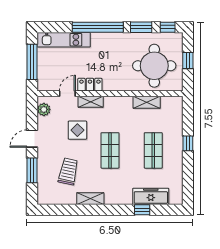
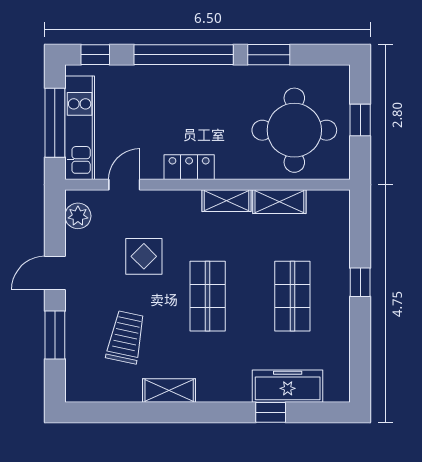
window: (168, 27) -> (95, 55), moved
kitchen unit: (64, 40) -> (80, 128), moved, turned -90
locker: (90, 85) -> (189, 167), moved
shelving: (91, 102) -> (226, 201), moved

